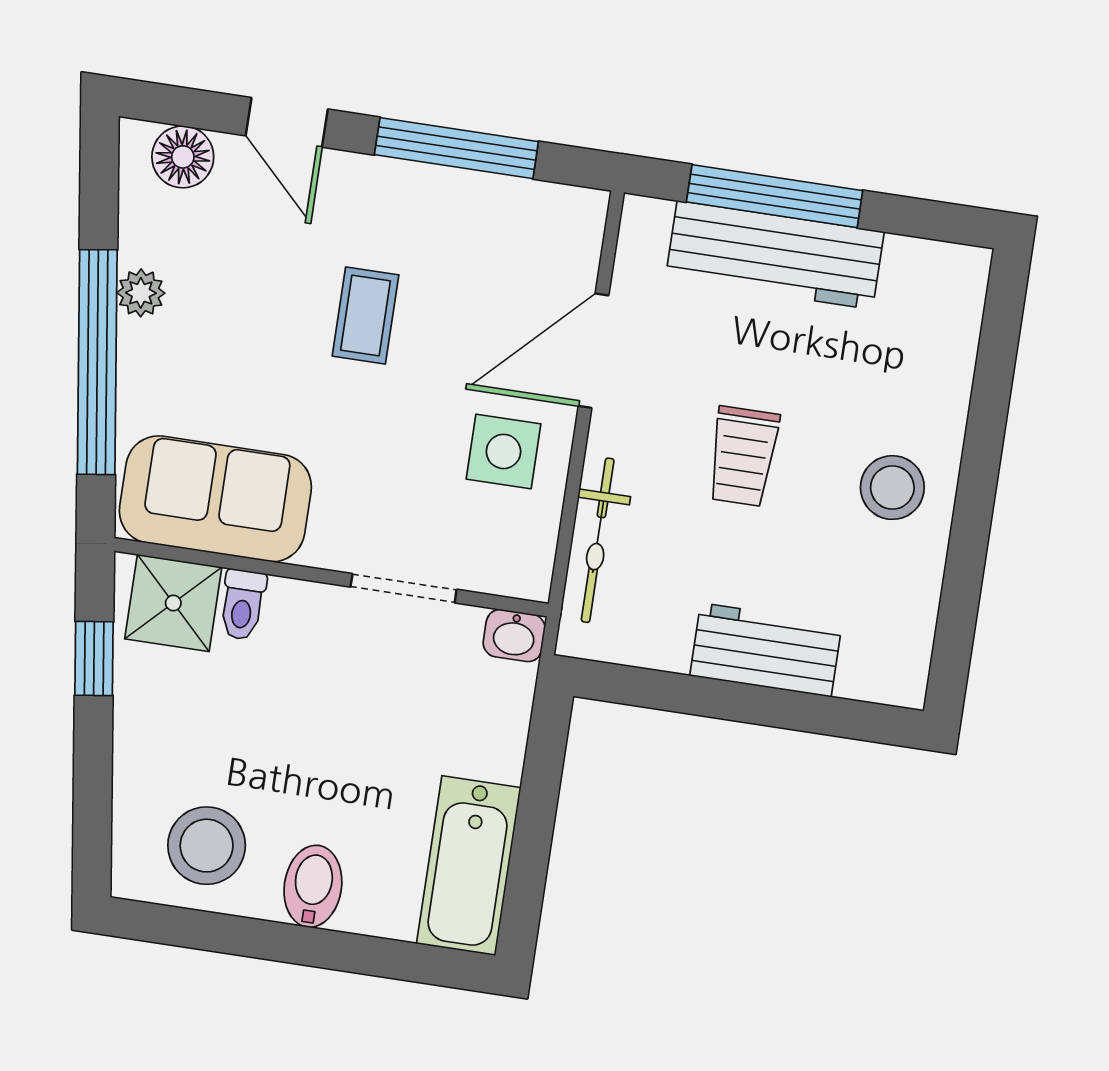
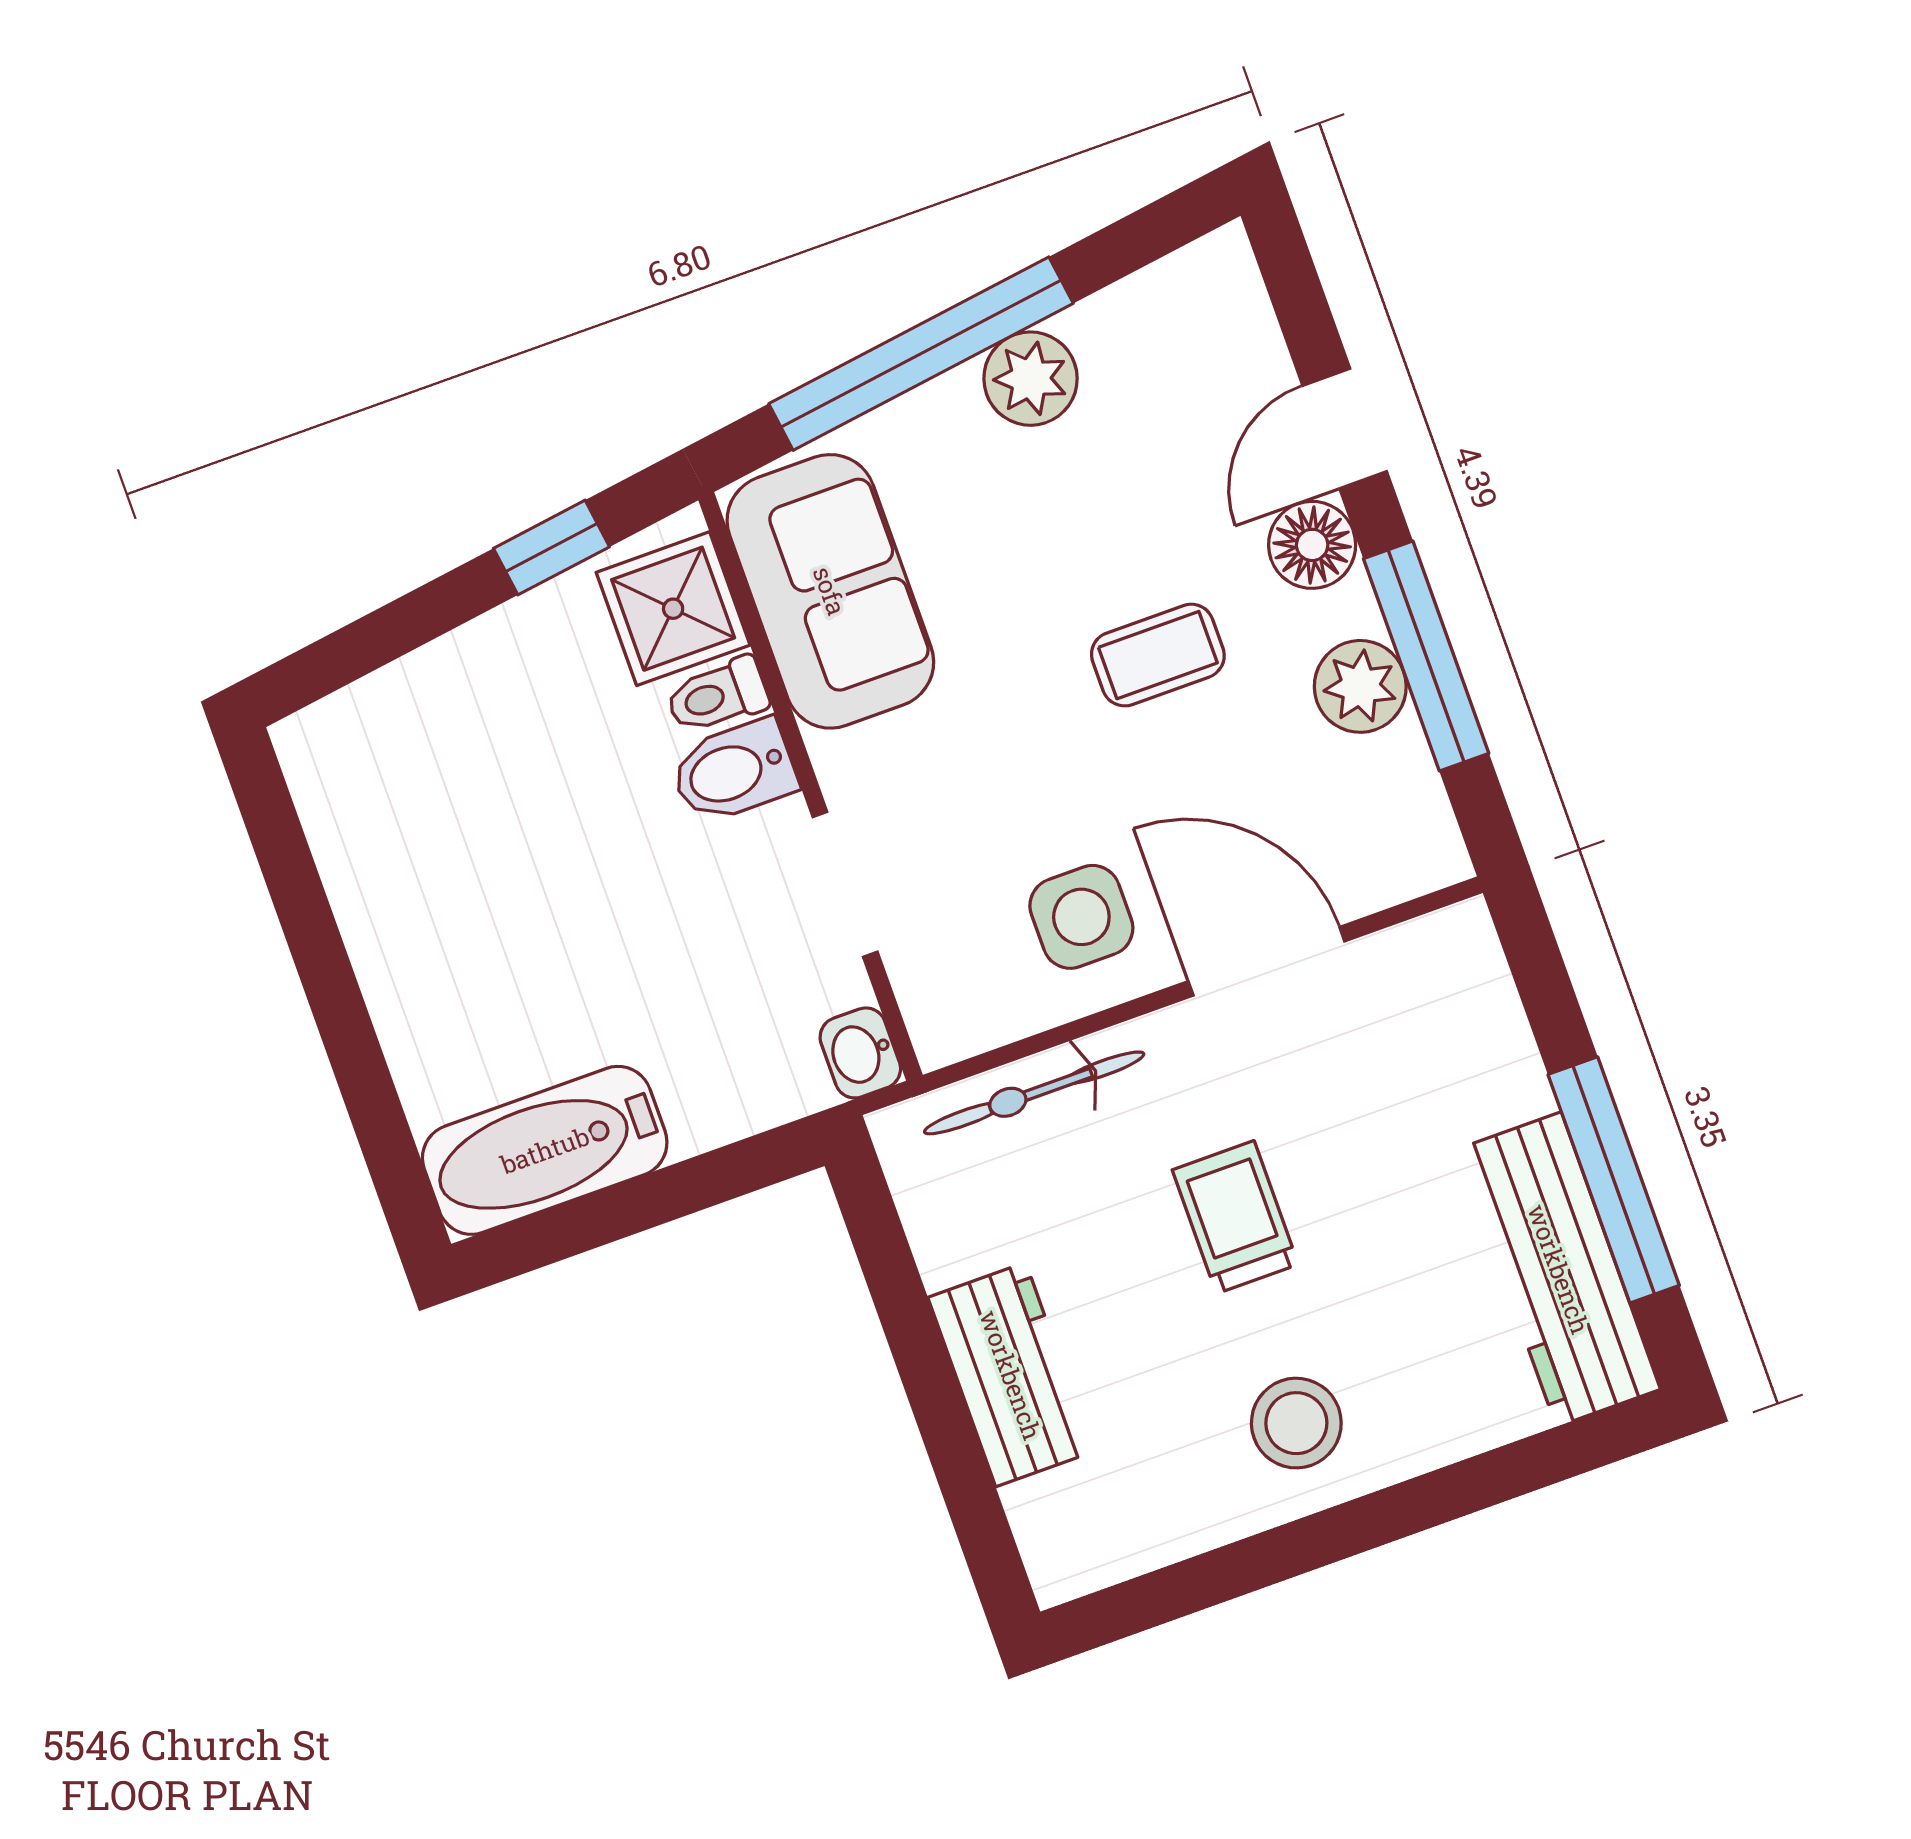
floor lamp: (183, 157) -> (1312, 545), moved
window: (775, 196) -> (1614, 1180), moved
plant: (453, 200) -> (1360, 686), added
workbench: (775, 255) -> (1559, 1269), moved
plant: (141, 293) -> (1031, 379), width x1.38, depth x1.38
trolley: (743, 456) -> (1235, 1217), turned 90
stool: (207, 846) -> (395, 812), removed
bidet: (313, 886) -> (734, 771), moved, turned 180

